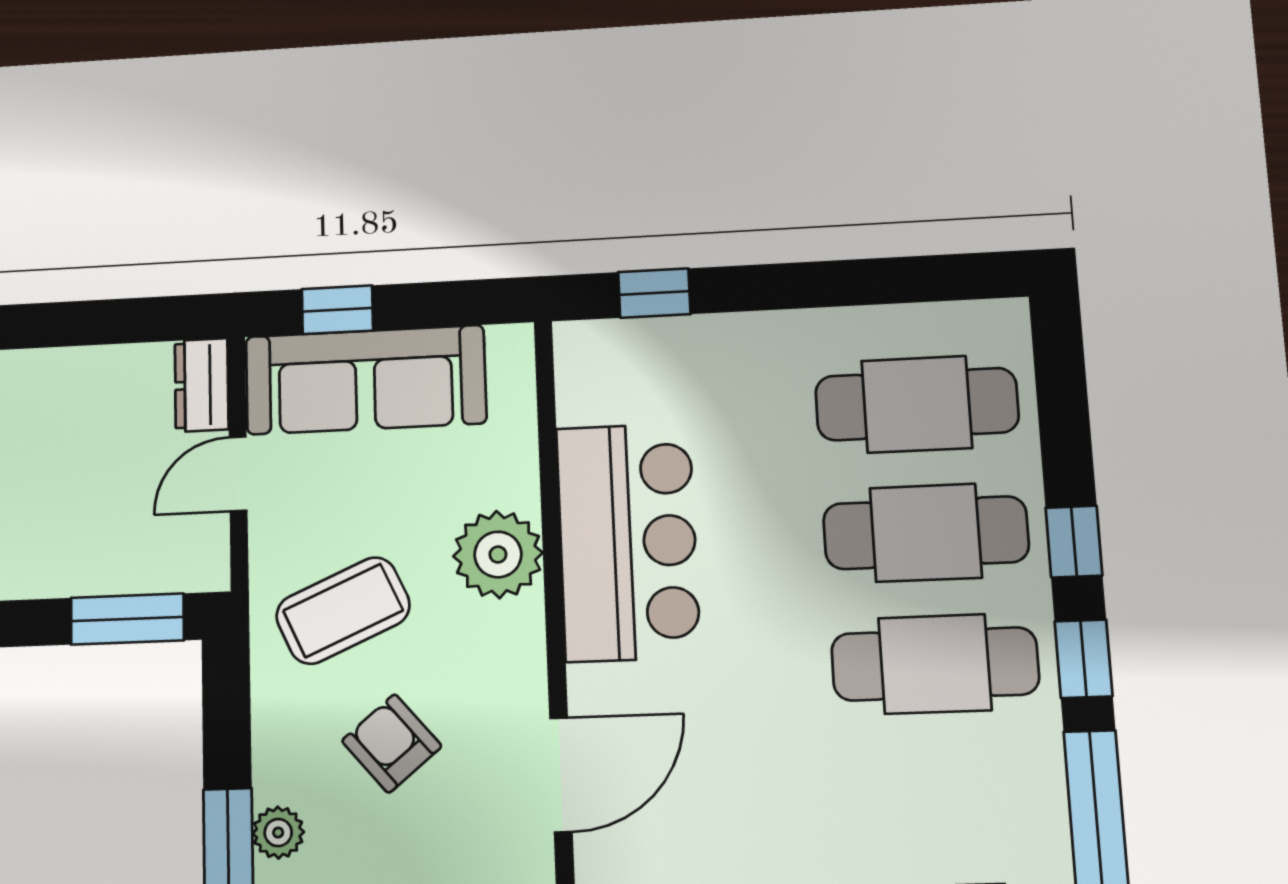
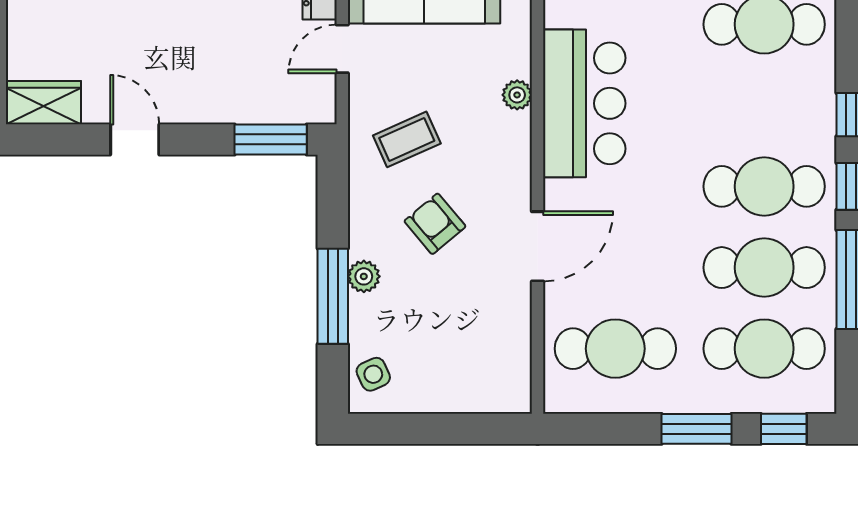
cafe table: (926, 533) -> (764, 268), moved
plant: (498, 554) -> (517, 95), width x0.53, depth x0.53
coffee table: (343, 611) -> (407, 139), width x0.73, depth x0.77

